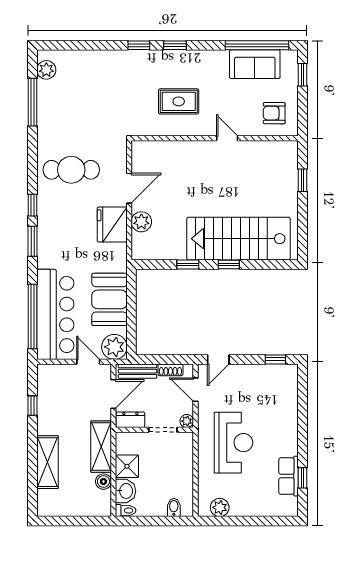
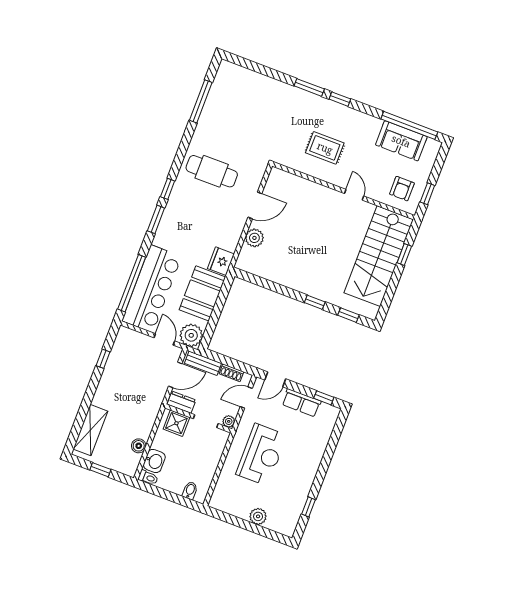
window: (139, 45) -> (309, 87), width x1.50
plant: (46, 70) -> (223, 79), removed
window: (302, 75) -> (427, 194), moved
armchair: (274, 113) -> (402, 189), turned -90
fridge: (112, 224) -> (221, 261), moved, width x0.73, depth x0.75
stairs: (238, 239) -> (379, 256), moved, turned -90
window: (188, 264) -> (348, 315), moved
door: (195, 390) -> (246, 398), hinge flipped
shelving: (101, 447) -> (148, 415), removed
shelving: (48, 462) -> (90, 430), moved
shower: (127, 466) -> (176, 423), moved
row of seats: (289, 476) -> (301, 403), moved, turned -90
plant: (220, 507) -> (258, 516), moved
window: (73, 521) -> (100, 470), added

